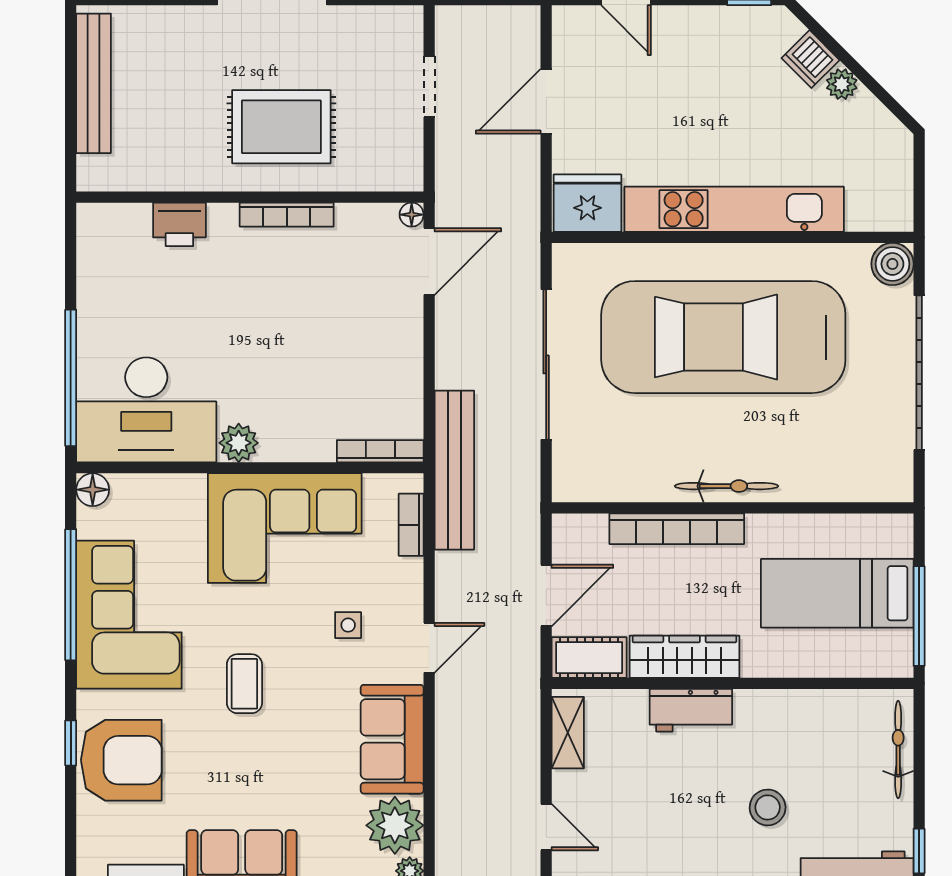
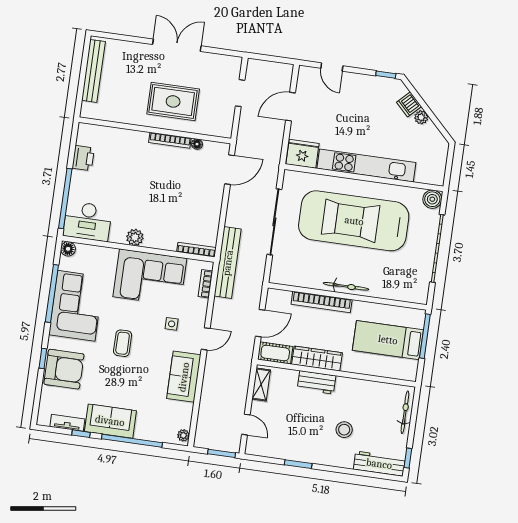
floor lamp: (412, 215) -> (197, 144), moved
printer: (179, 224) -> (83, 158), moved, turned -90
desk: (146, 410) -> (87, 221), width x0.73, depth x0.77
window: (919, 616) -> (425, 336), moved
plant: (395, 825) -> (180, 414), removed

